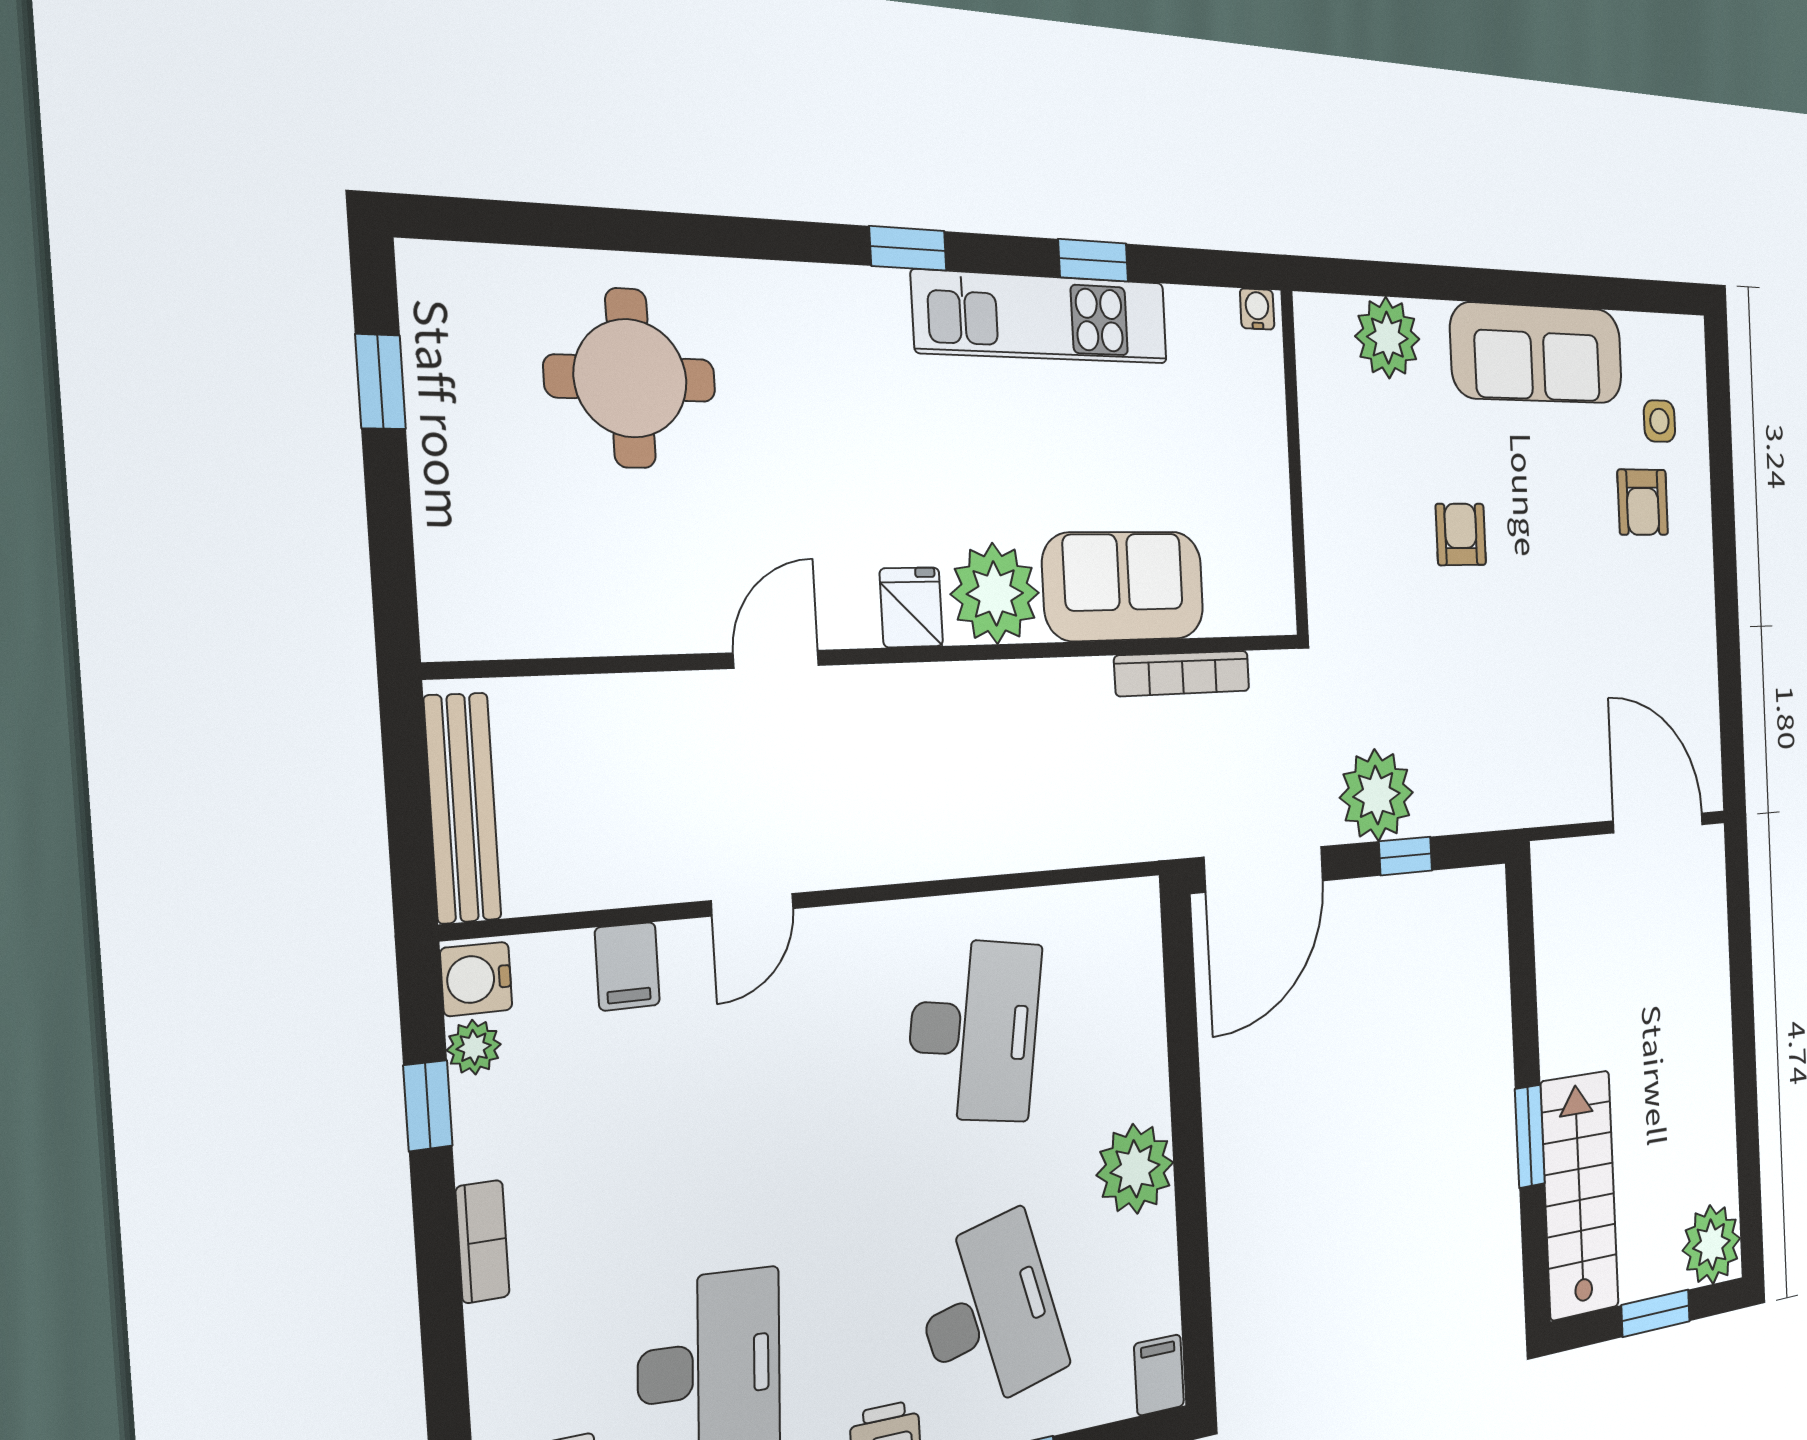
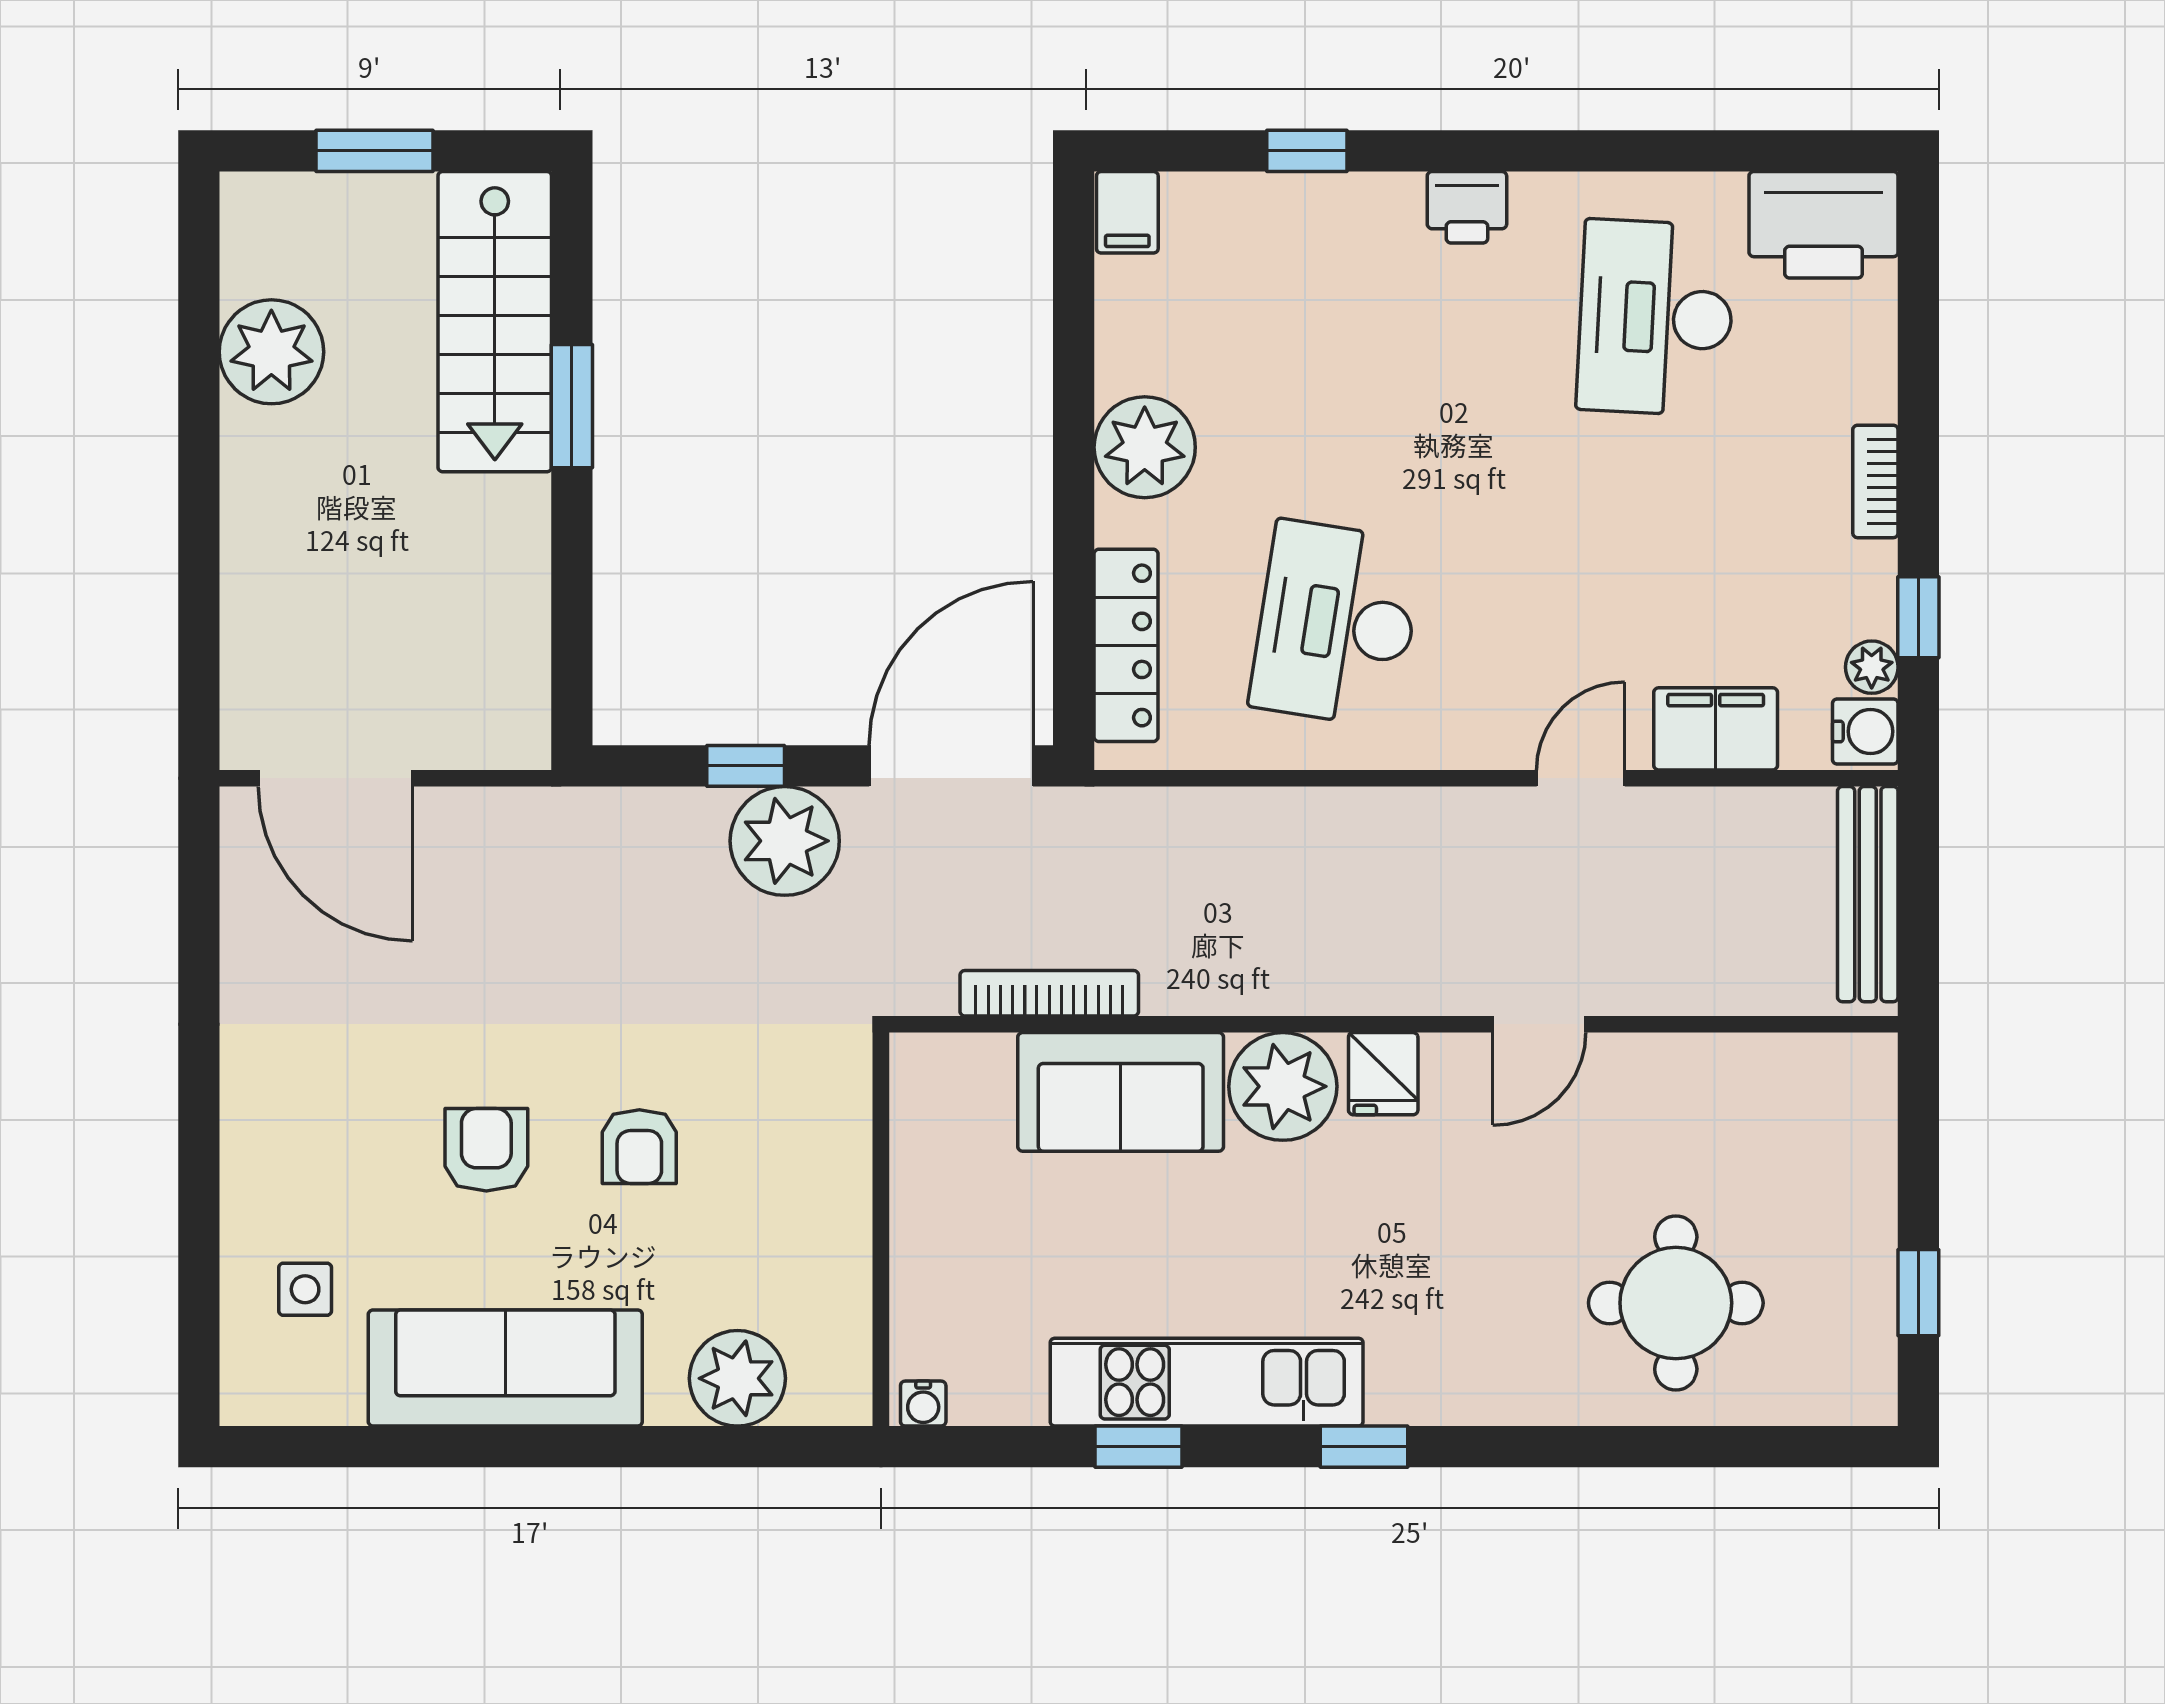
armchair: (1643, 502) -> (486, 1150), moved
filing cabinet: (627, 966) -> (1716, 729), width x2.00
locker: (1140, 990) -> (1126, 645), added
plant: (1712, 1244) -> (271, 352), moved
desk: (990, 1314) -> (1336, 318), removed

